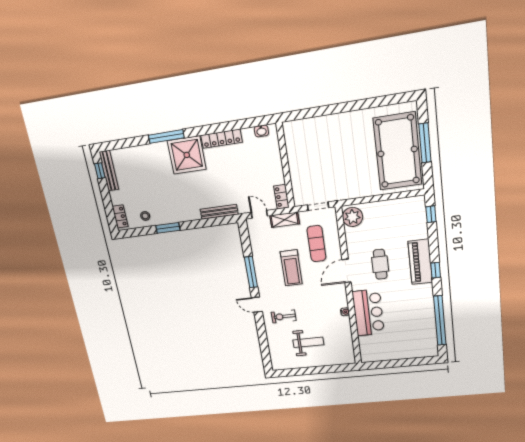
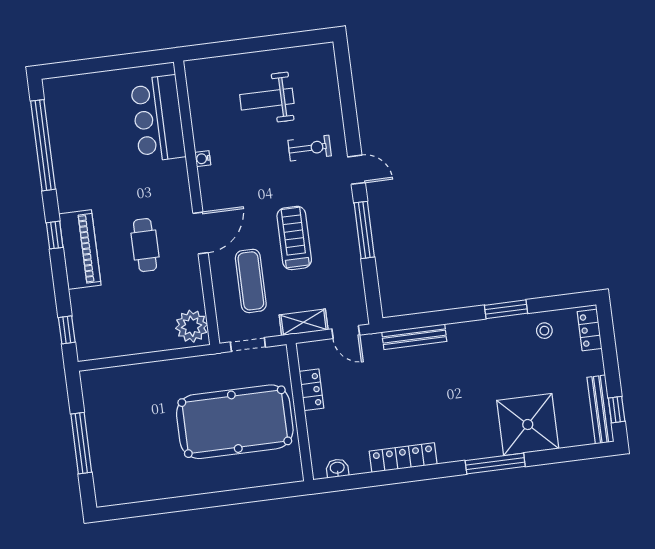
pool table: (397, 151) -> (235, 422), moved, turned 90
shower: (187, 155) -> (528, 425), moved
locker: (281, 197) -> (312, 390), moved
bar counter: (368, 313) -> (158, 118), moved

